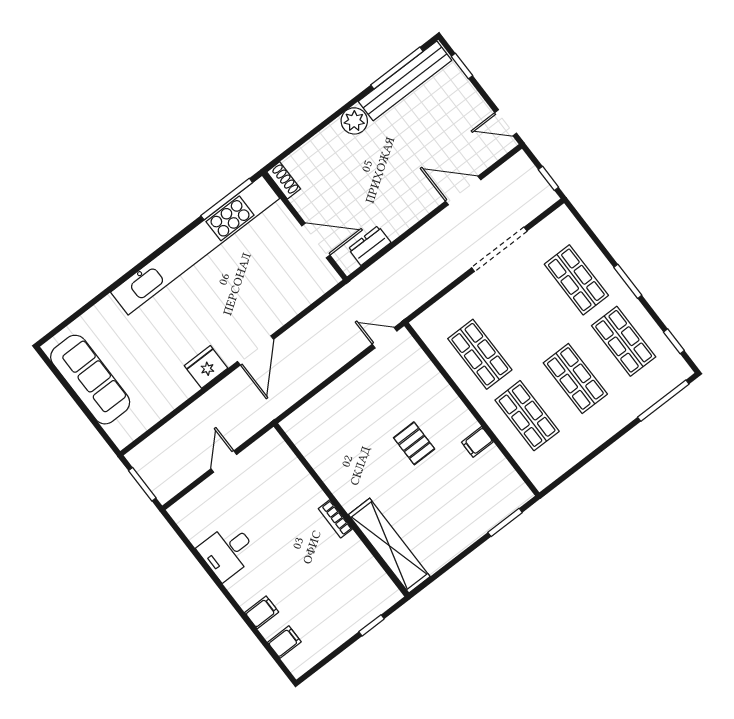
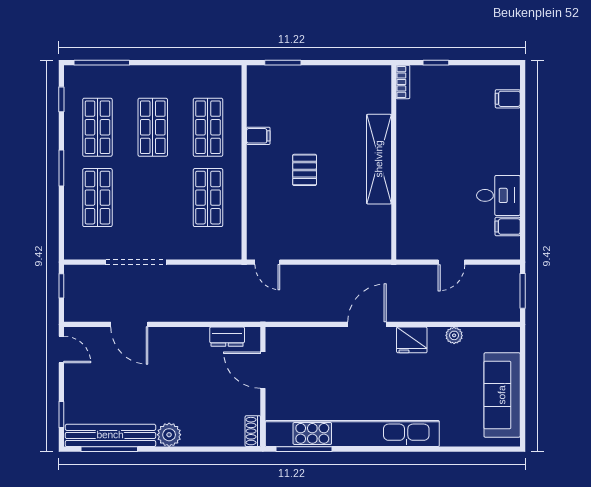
plant: (172, 399) -> (454, 335), added
bookcase: (335, 519) -> (403, 82), moved
shelving: (389, 546) -> (379, 159), moved
filing cabinet: (262, 612) -> (508, 227), moved

